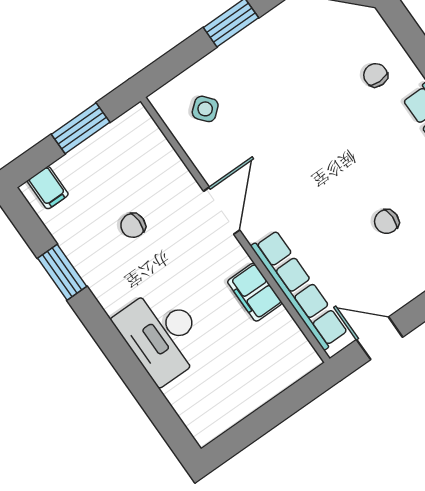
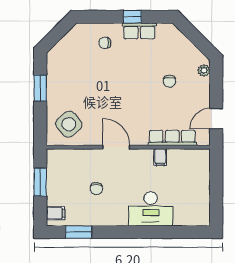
side table: (205, 109) -> (69, 124), width x1.87, depth x1.87
window: (62, 272) -> (79, 232), moved
row of seats: (299, 290) -> (172, 138), width x0.73
filing cabinet: (255, 292) -> (160, 157), width x0.50

